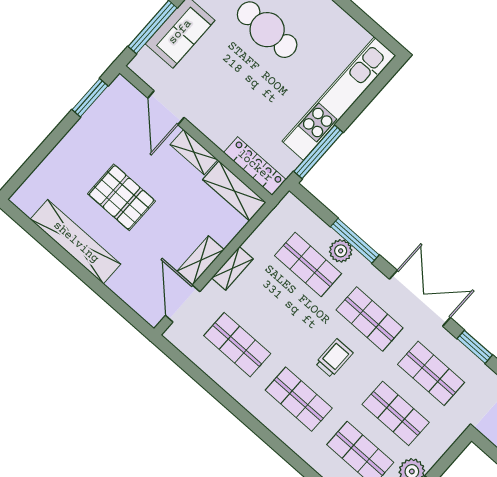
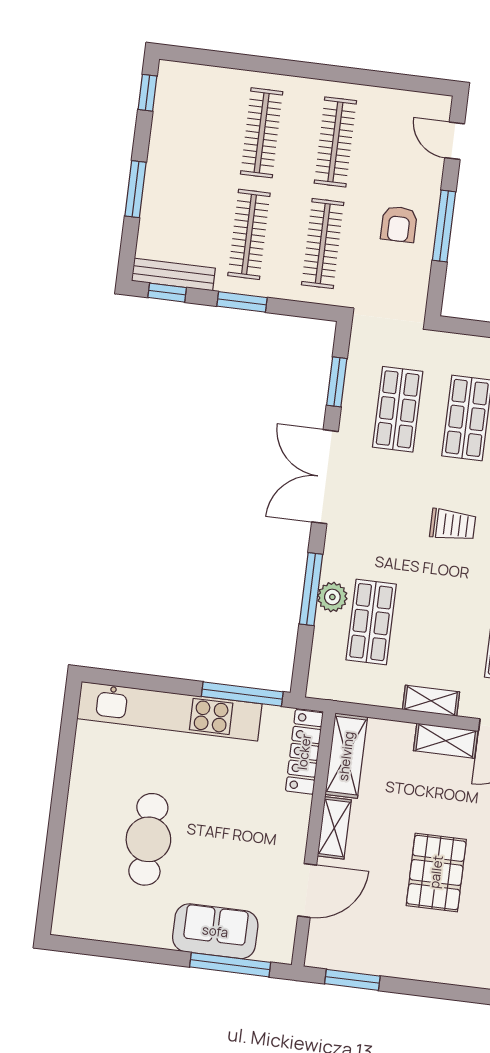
shop shelf: (370, 319) -> (384, 516), removed
trolley: (334, 358) -> (453, 525), turned 180

